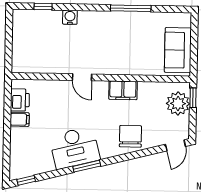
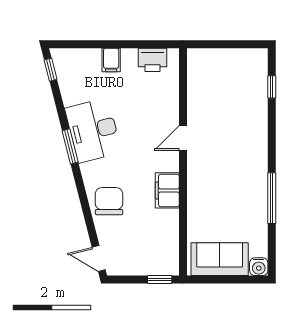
water cooler: (70, 17) -> (259, 267), moved, turned 90
plant: (178, 104) -> (152, 261), removed
filing cabinet: (20, 119) -> (111, 60), moved
chair: (130, 136) -> (109, 201), turned -90

